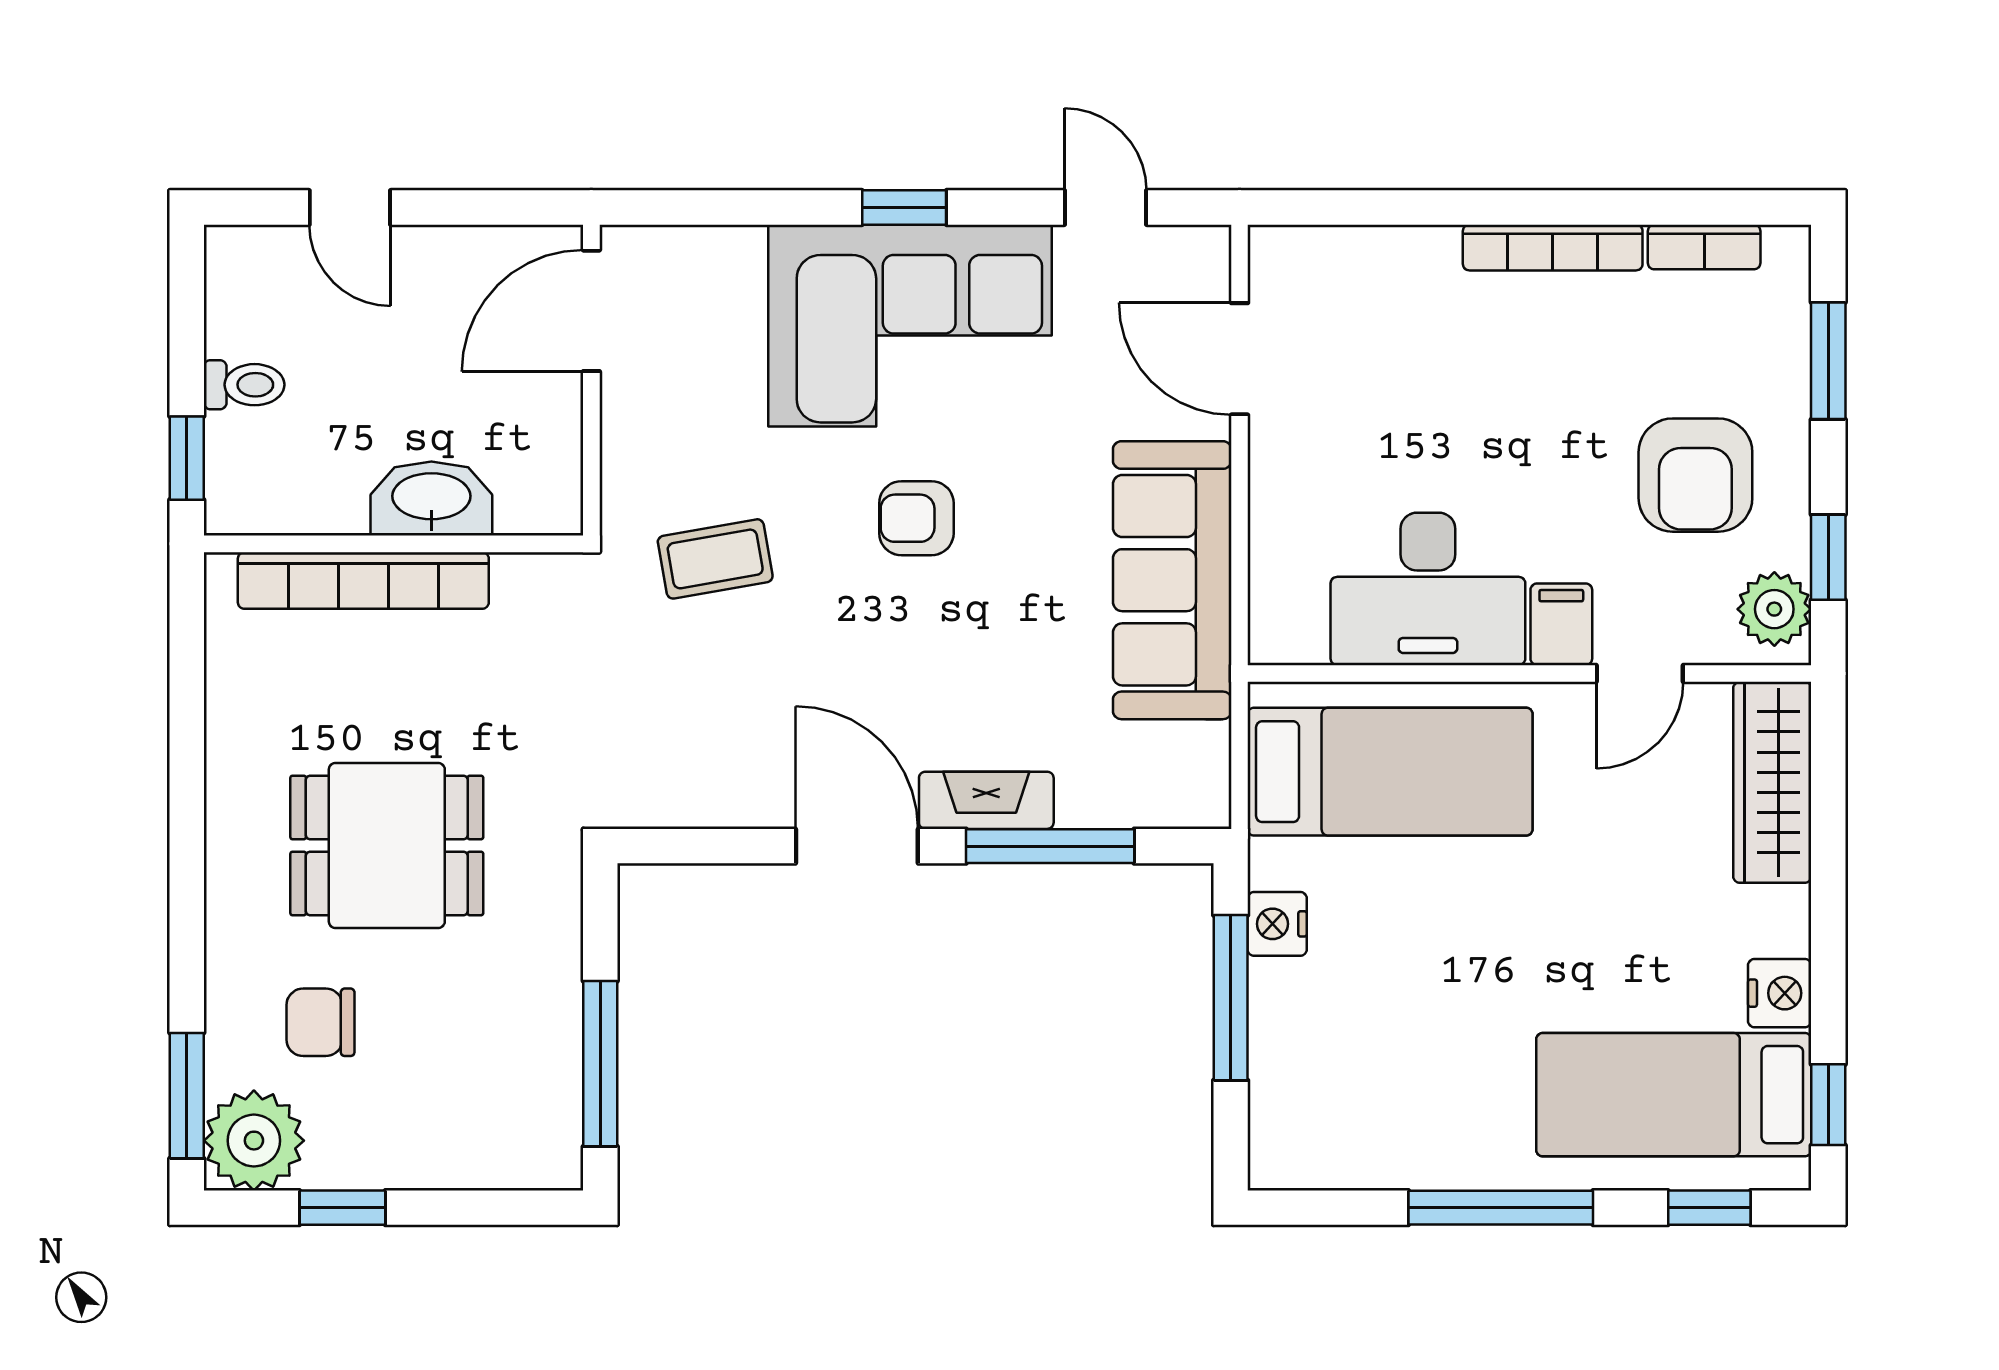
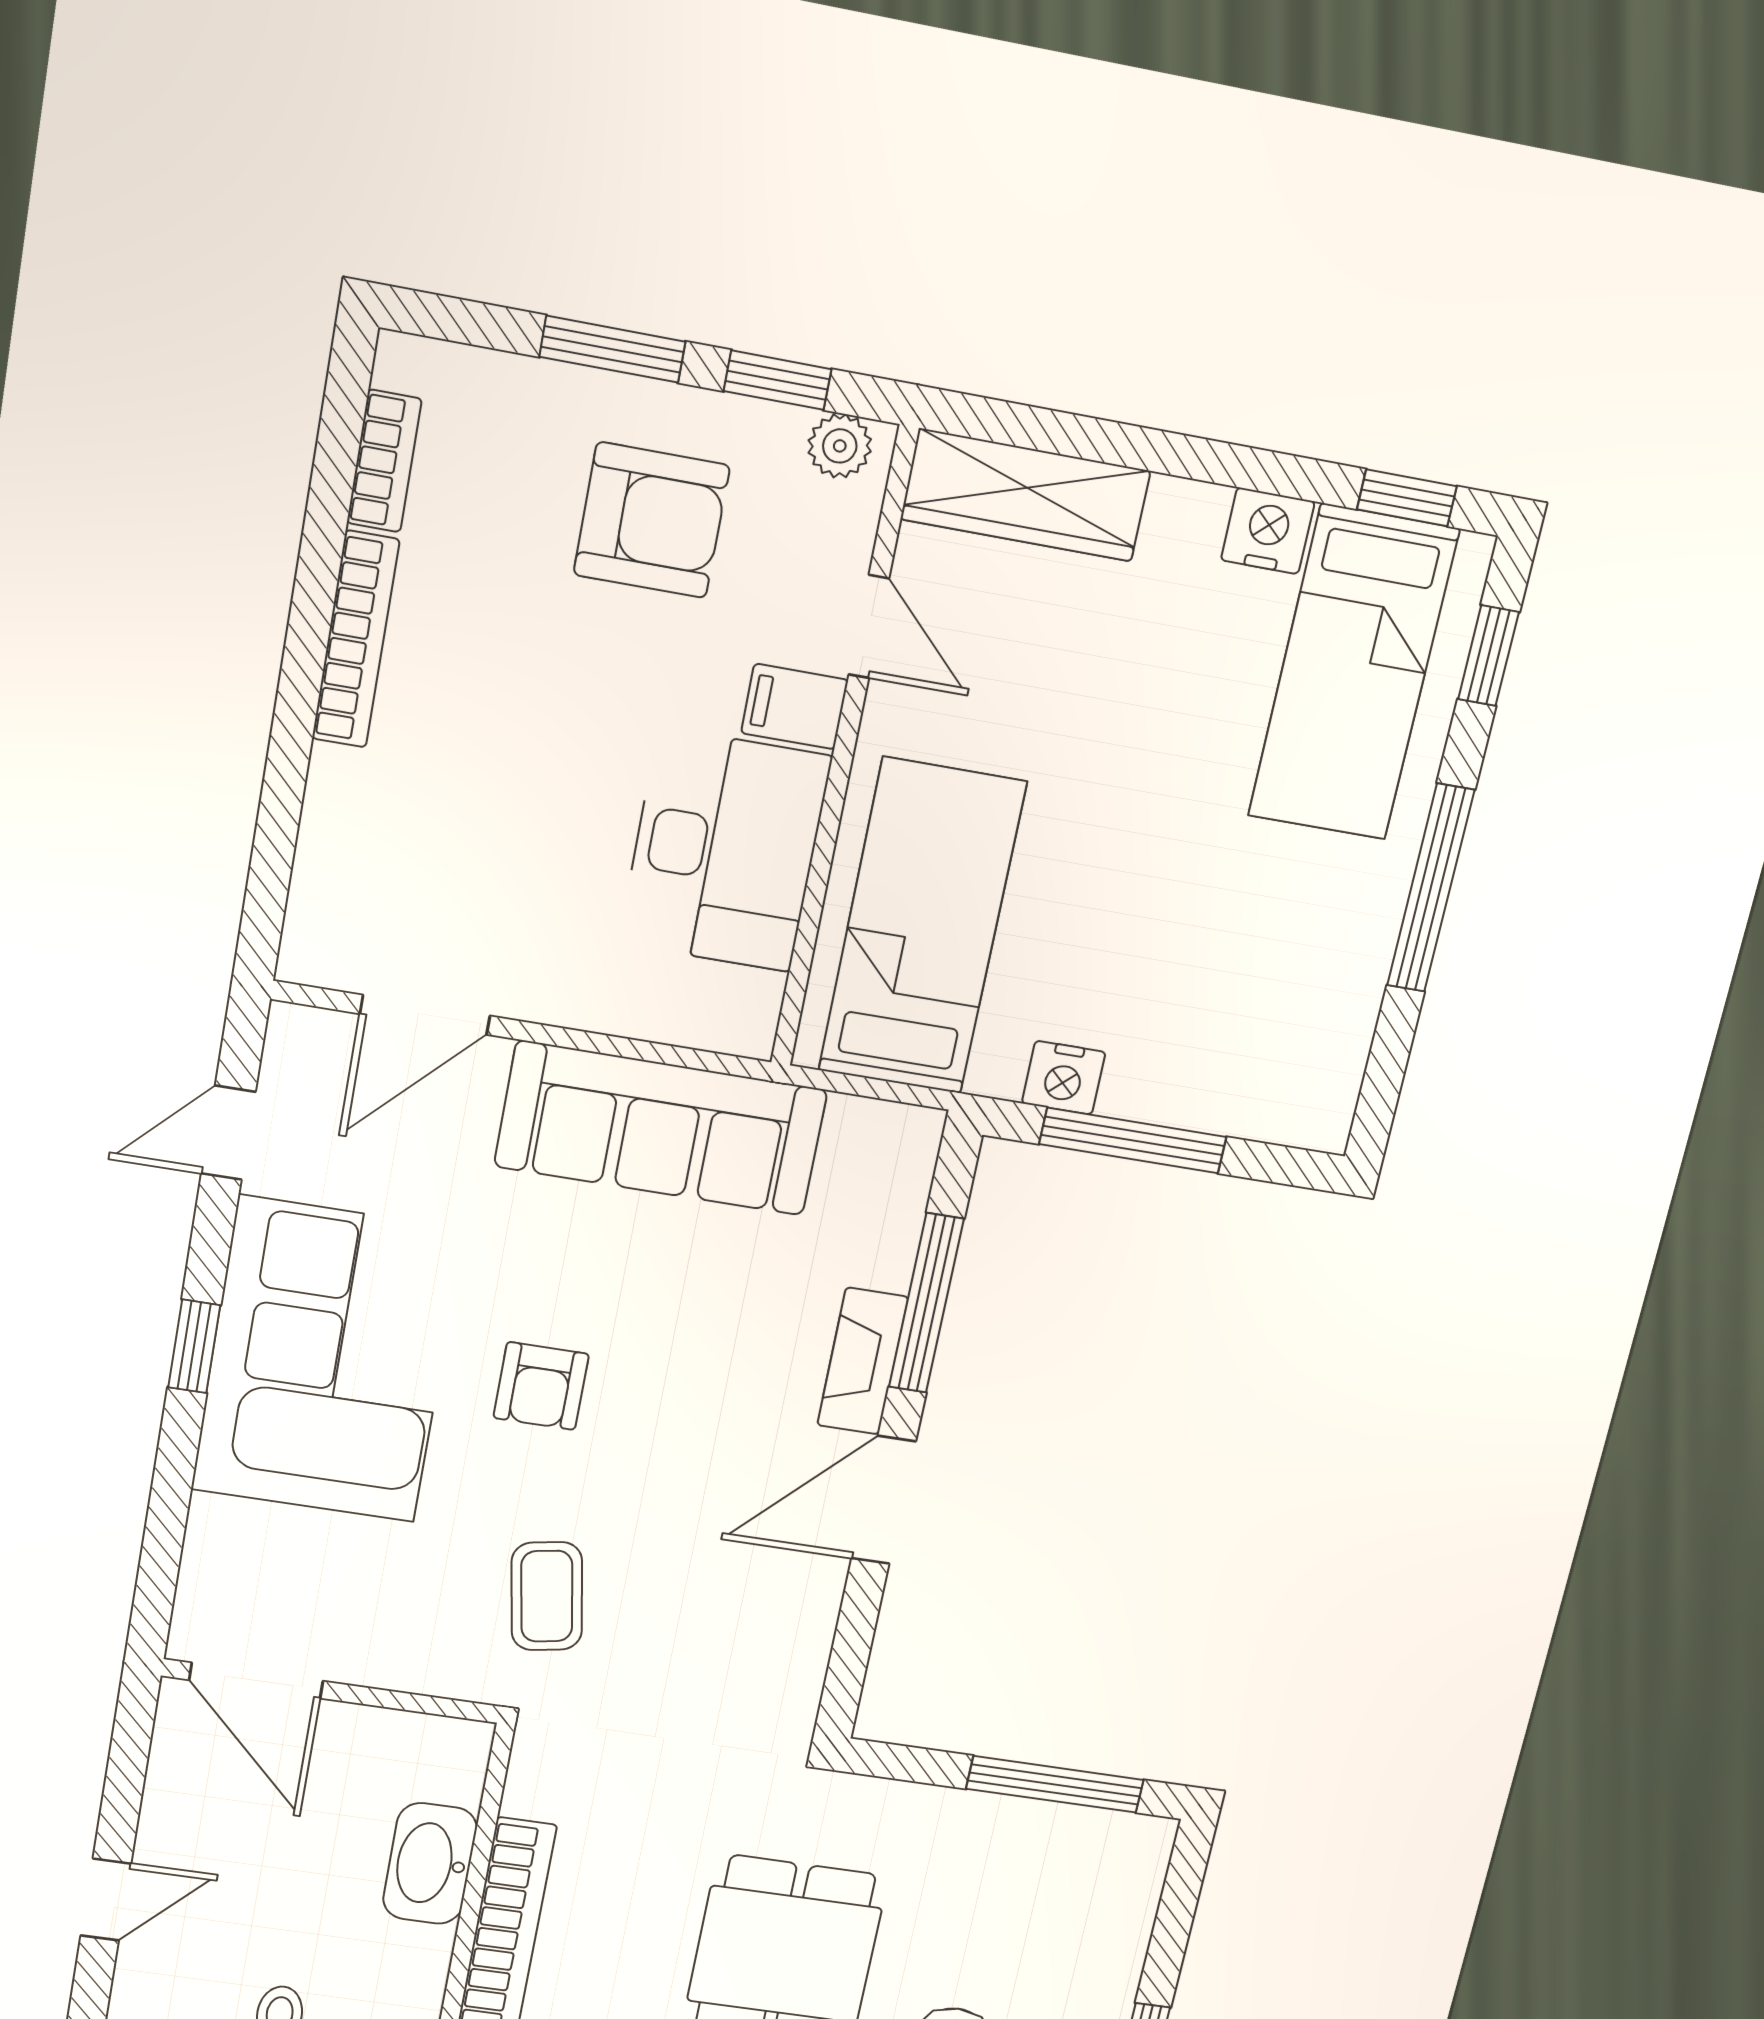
window: (1828, 361) -> (612, 349), moved
plant: (1774, 609) -> (840, 446), width x0.73, depth x0.73

